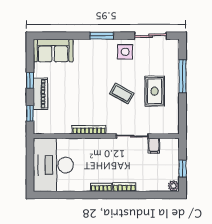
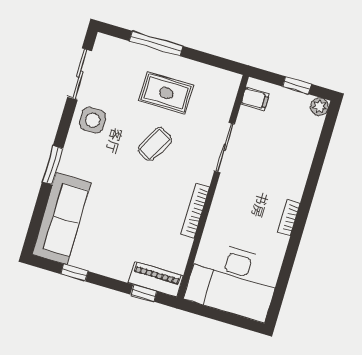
window: (102, 36) -> (53, 165), moved
sofa: (53, 50) -> (61, 218), width x1.36
window: (30, 80) -> (74, 273), moved
piano: (40, 94) -> (156, 279), moved
filing cabinet: (154, 146) -> (255, 99), moved
bookcase: (124, 187) -> (299, 182), removed

